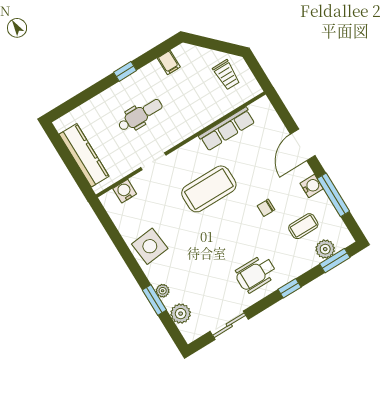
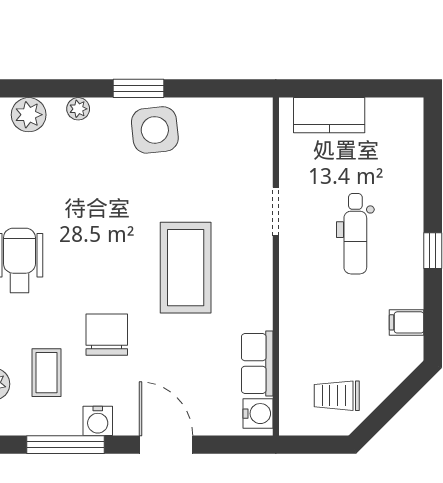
row of seats: (227, 129) -> (257, 363), width x0.68
kitchen counter: (84, 155) -> (329, 115), width x0.67
water cooler: (125, 191) -> (258, 414), moved
chair: (266, 208) -> (107, 335), width x1.87, depth x1.87
window: (154, 300) -> (139, 88), moved

